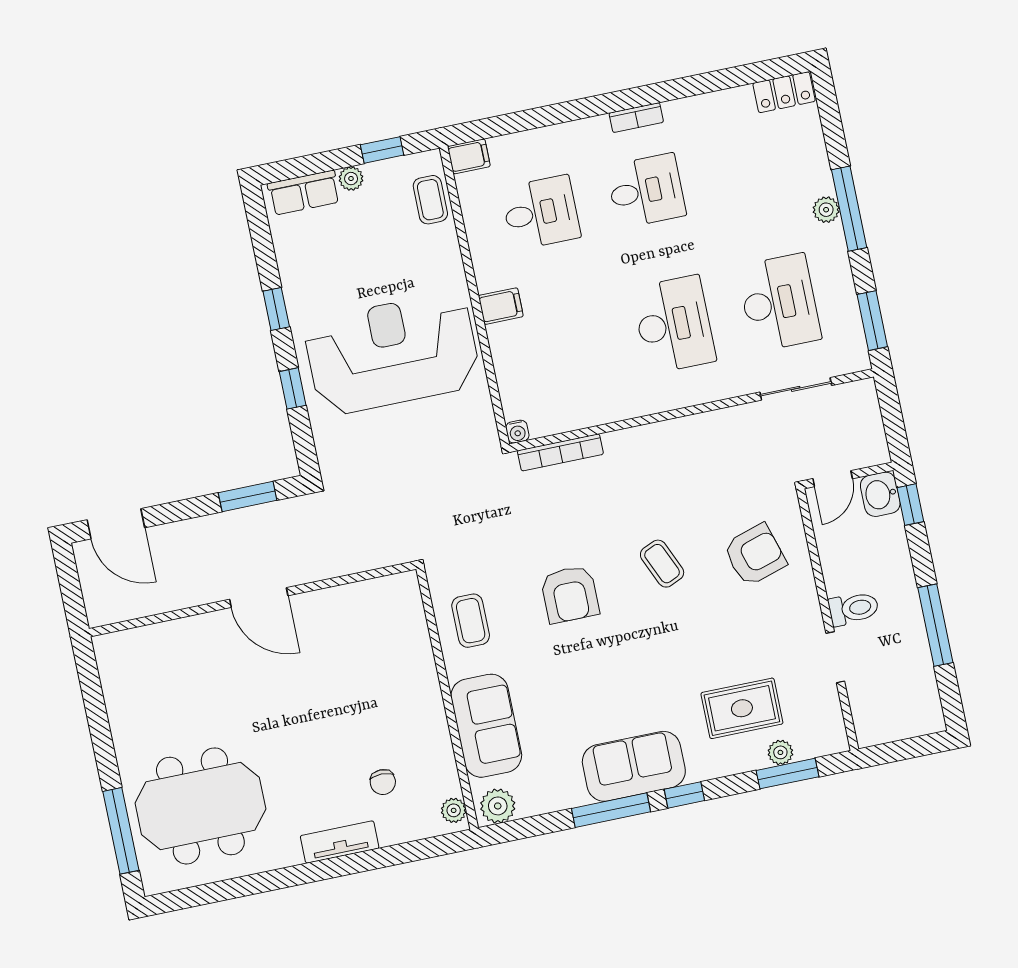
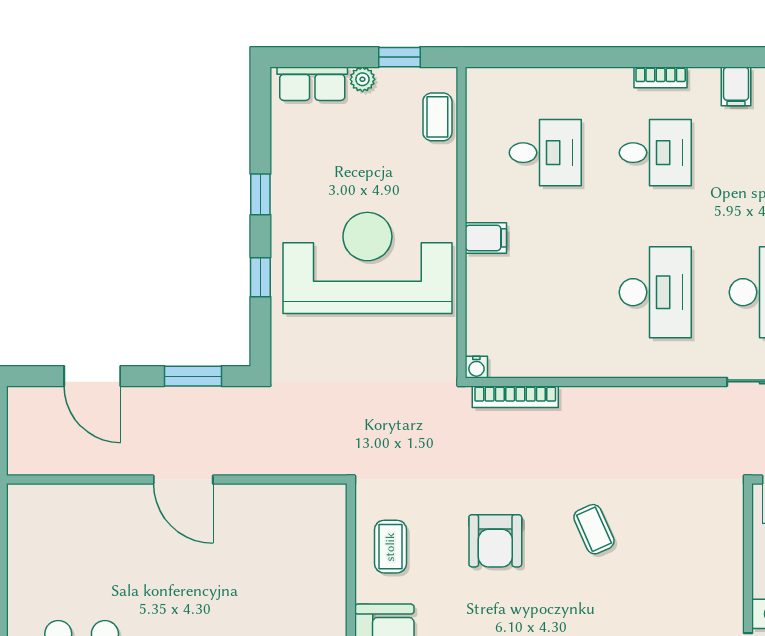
filing cabinet: (469, 156) -> (736, 86), moved, turned 90
door: (116, 524) -> (92, 376), moved
armchair: (755, 555) -> (689, 540), removed

